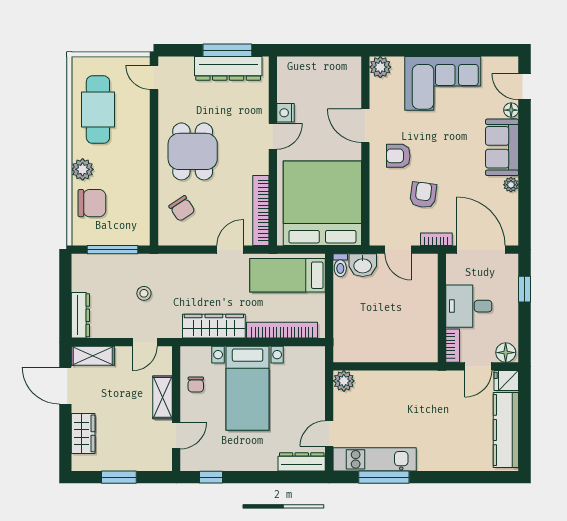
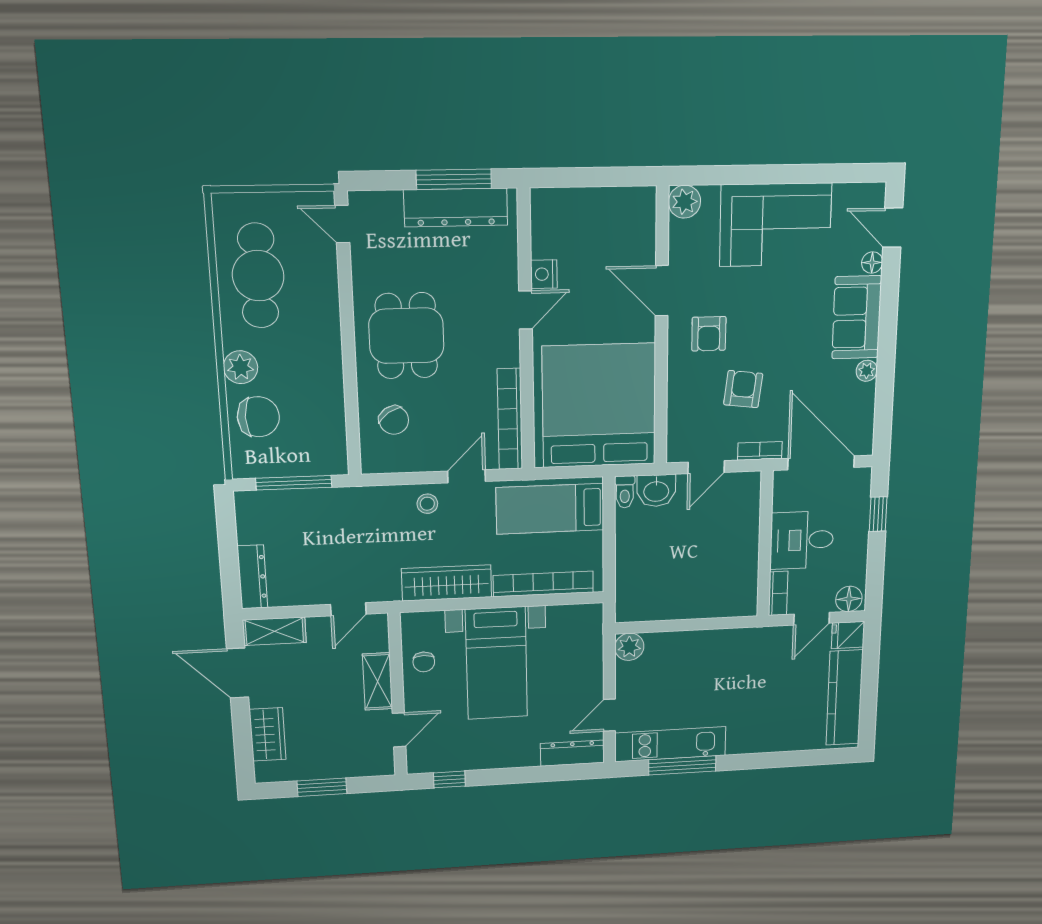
armchair: (398, 156) -> (709, 334), turned -90
door: (398, 250) -> (706, 467), hinge flipped
stool: (144, 293) -> (427, 504), moved

